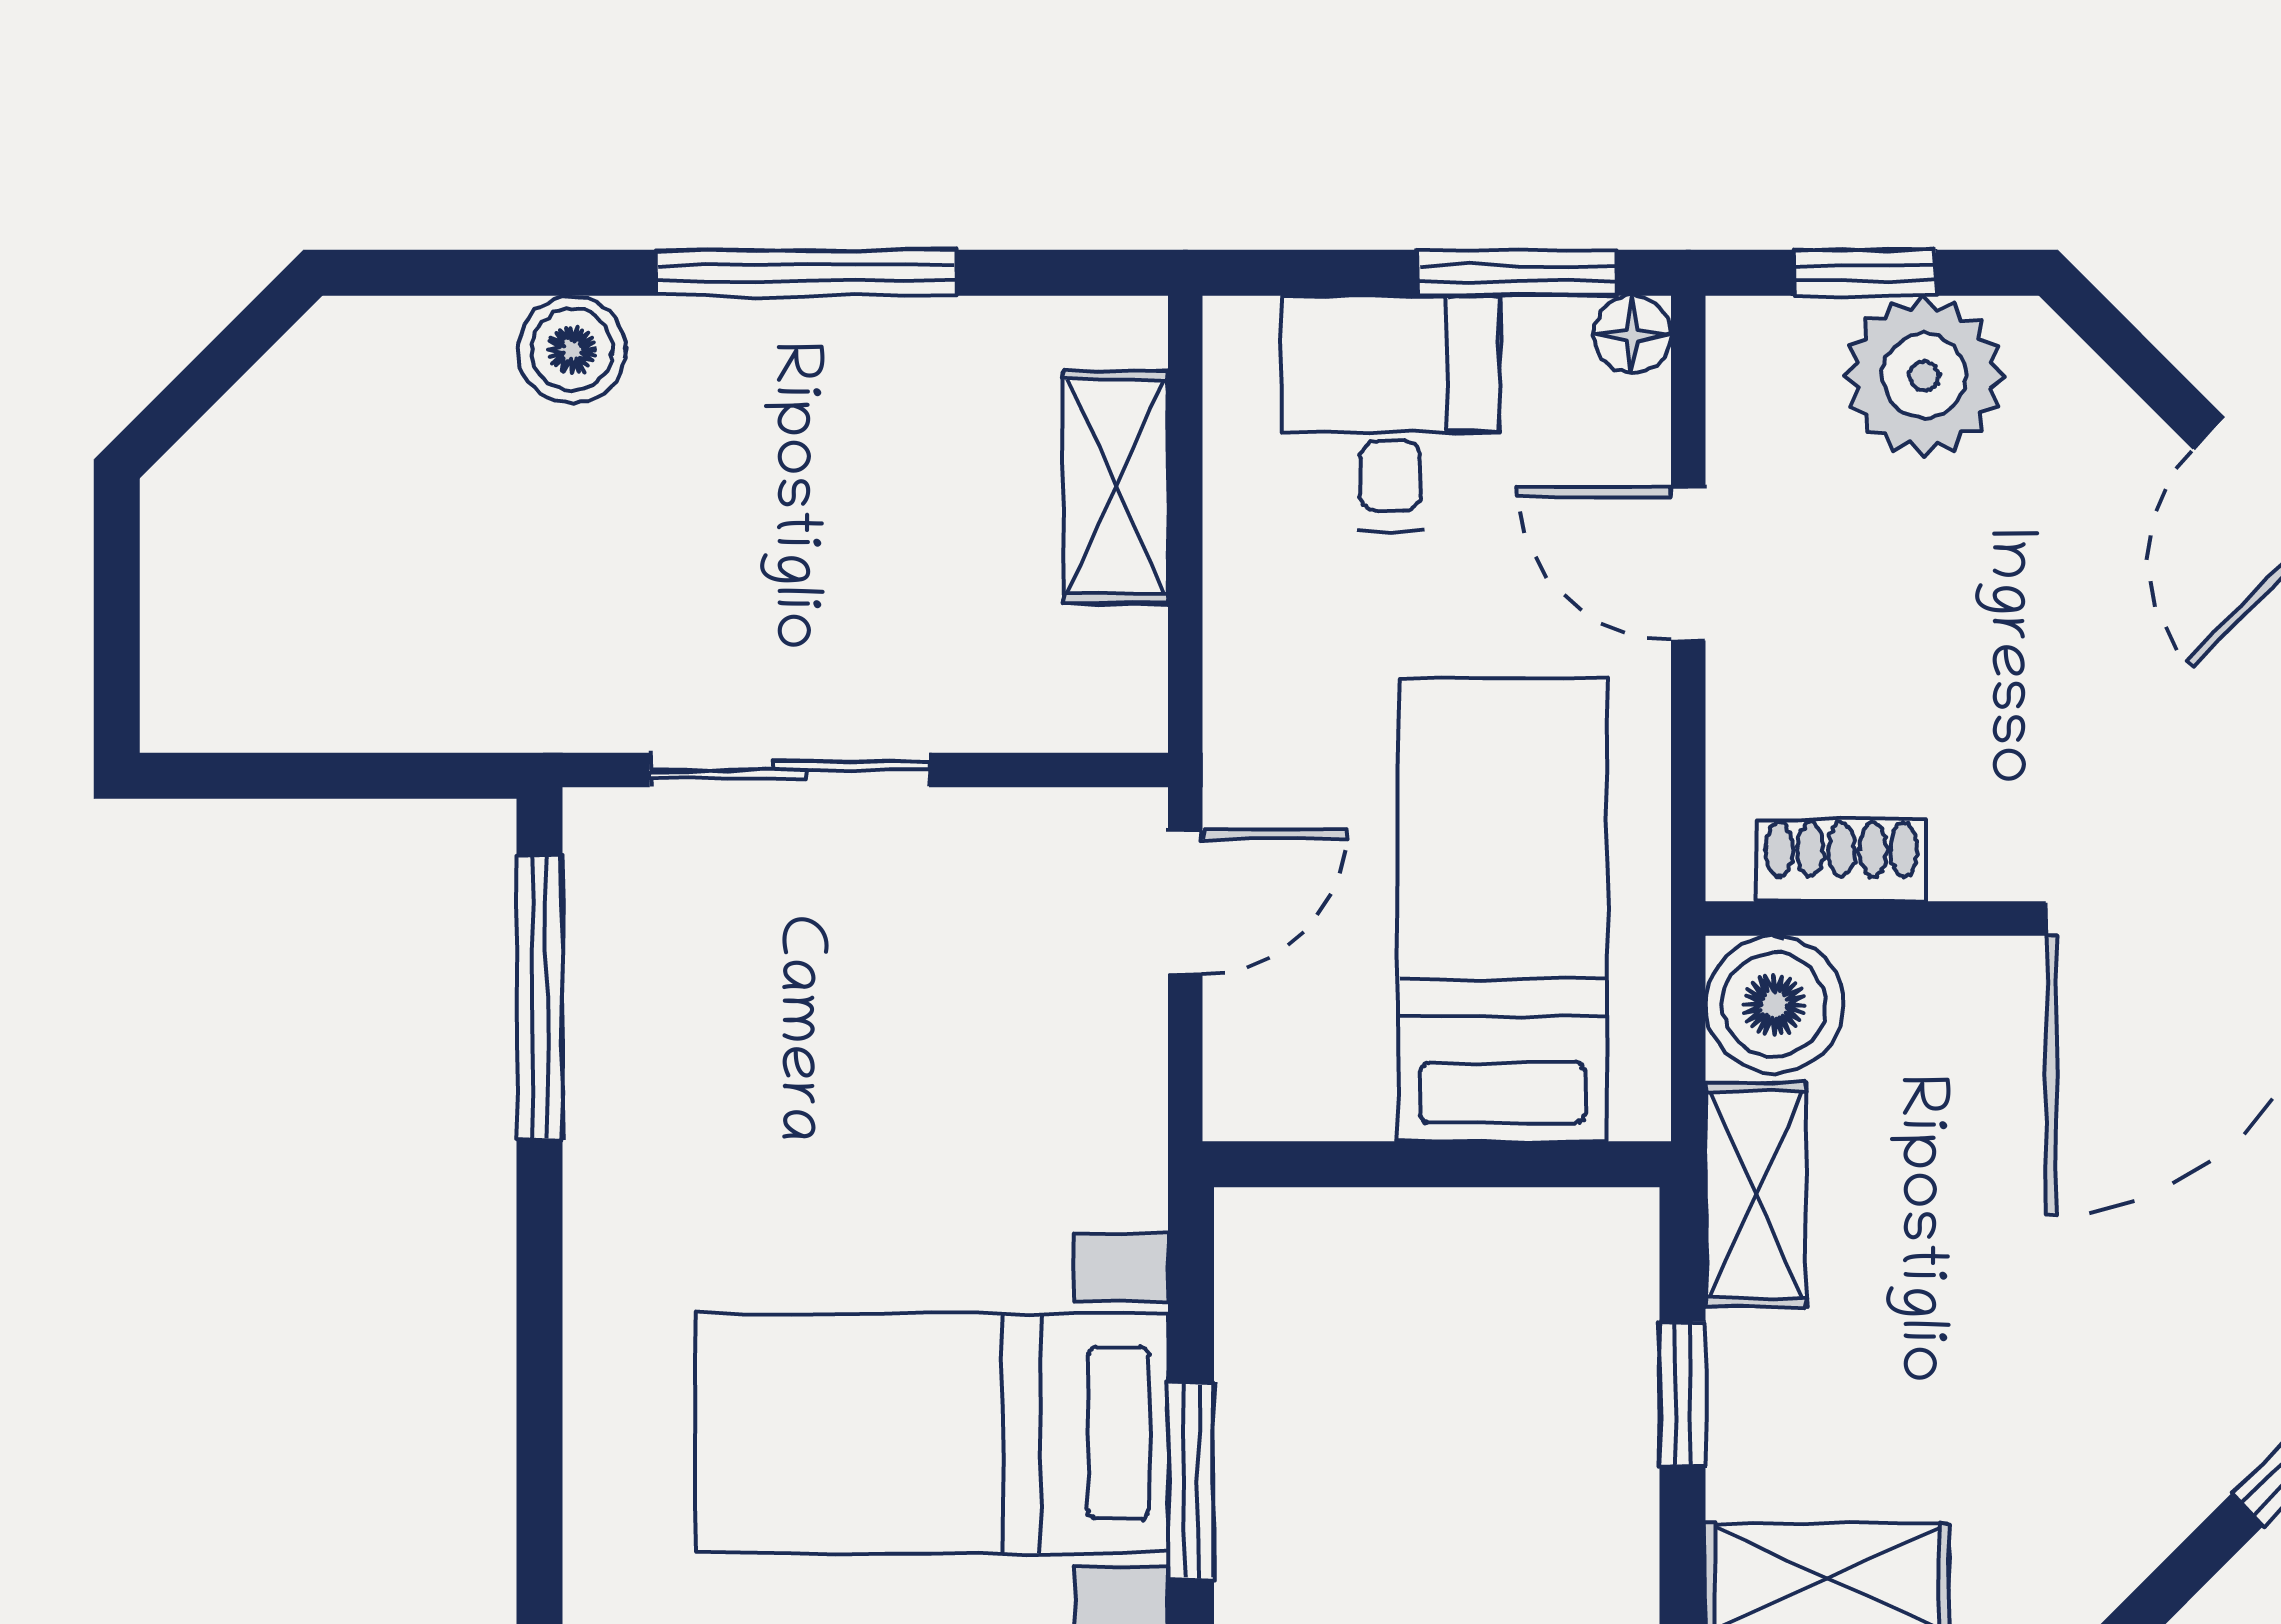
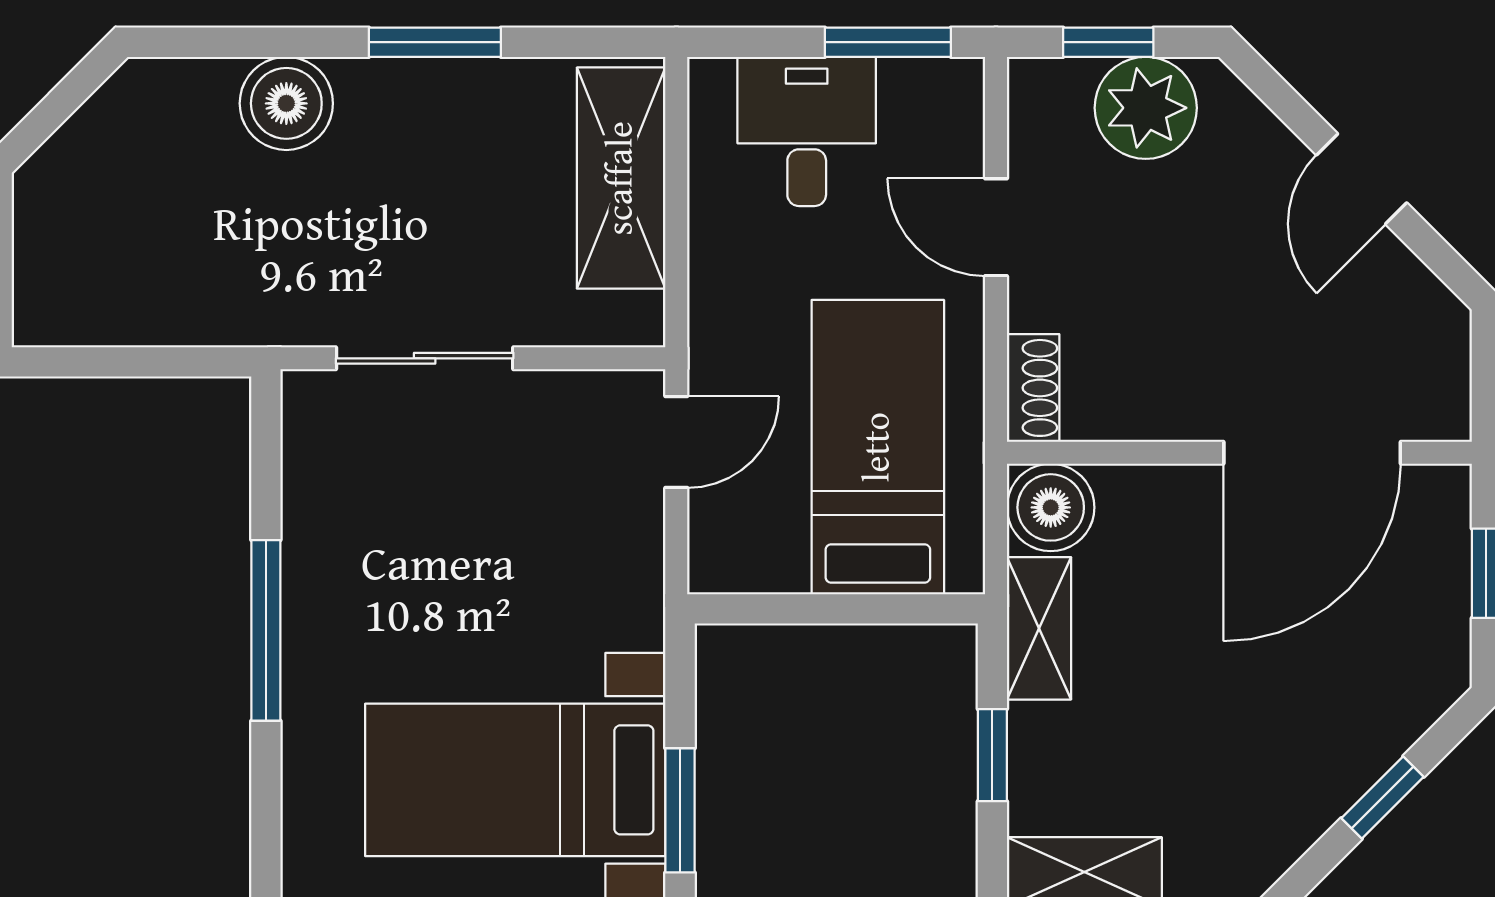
window: (806, 273) -> (435, 42), width x0.69
floor lamp: (1632, 334) -> (960, 81), removed
boiler: (572, 349) -> (286, 103), width x1.36, depth x1.36
shelving: (1116, 486) -> (621, 178), width x1.50, depth x1.33
shoe rack: (1842, 860) -> (1033, 388), moved, turned 90
window: (540, 998) -> (266, 630), moved

